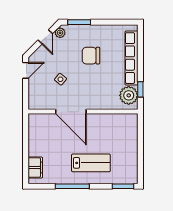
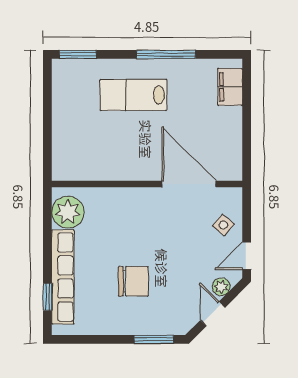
plant: (60, 33) -> (221, 287), moved
side table: (60, 79) -> (223, 225), moved
window: (140, 89) -> (47, 297), moved
door: (71, 112) -> (189, 184), moved

